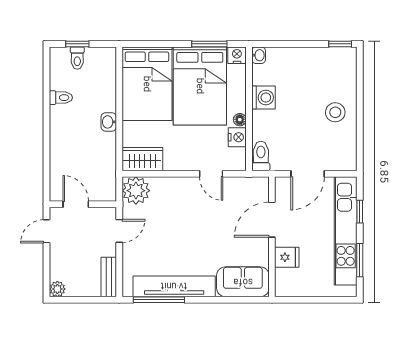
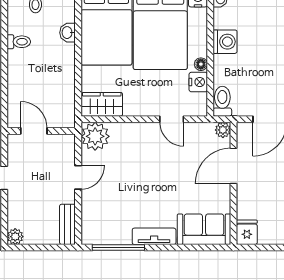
washbasin: (109, 122) -> (67, 33), moved
plant: (261, 184) -> (223, 130), added
door: (76, 204) -> (34, 131), moved
wall: (83, 204) -> (41, 131), moved
fridge: (287, 257) -> (247, 232), moved, turned -90
tv unit: (174, 286) -> (154, 236), width x0.52, depth x0.78

